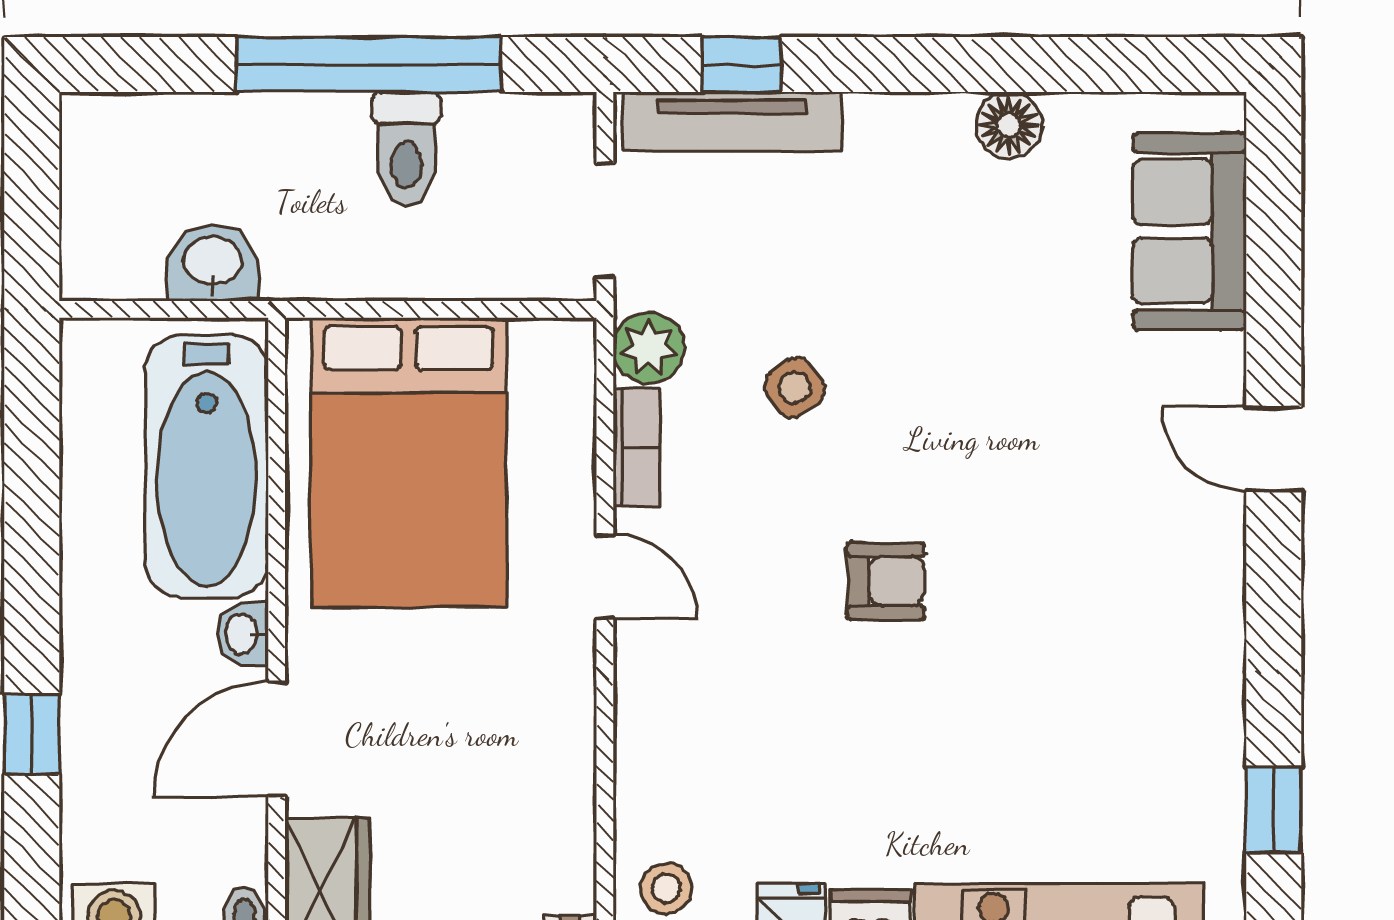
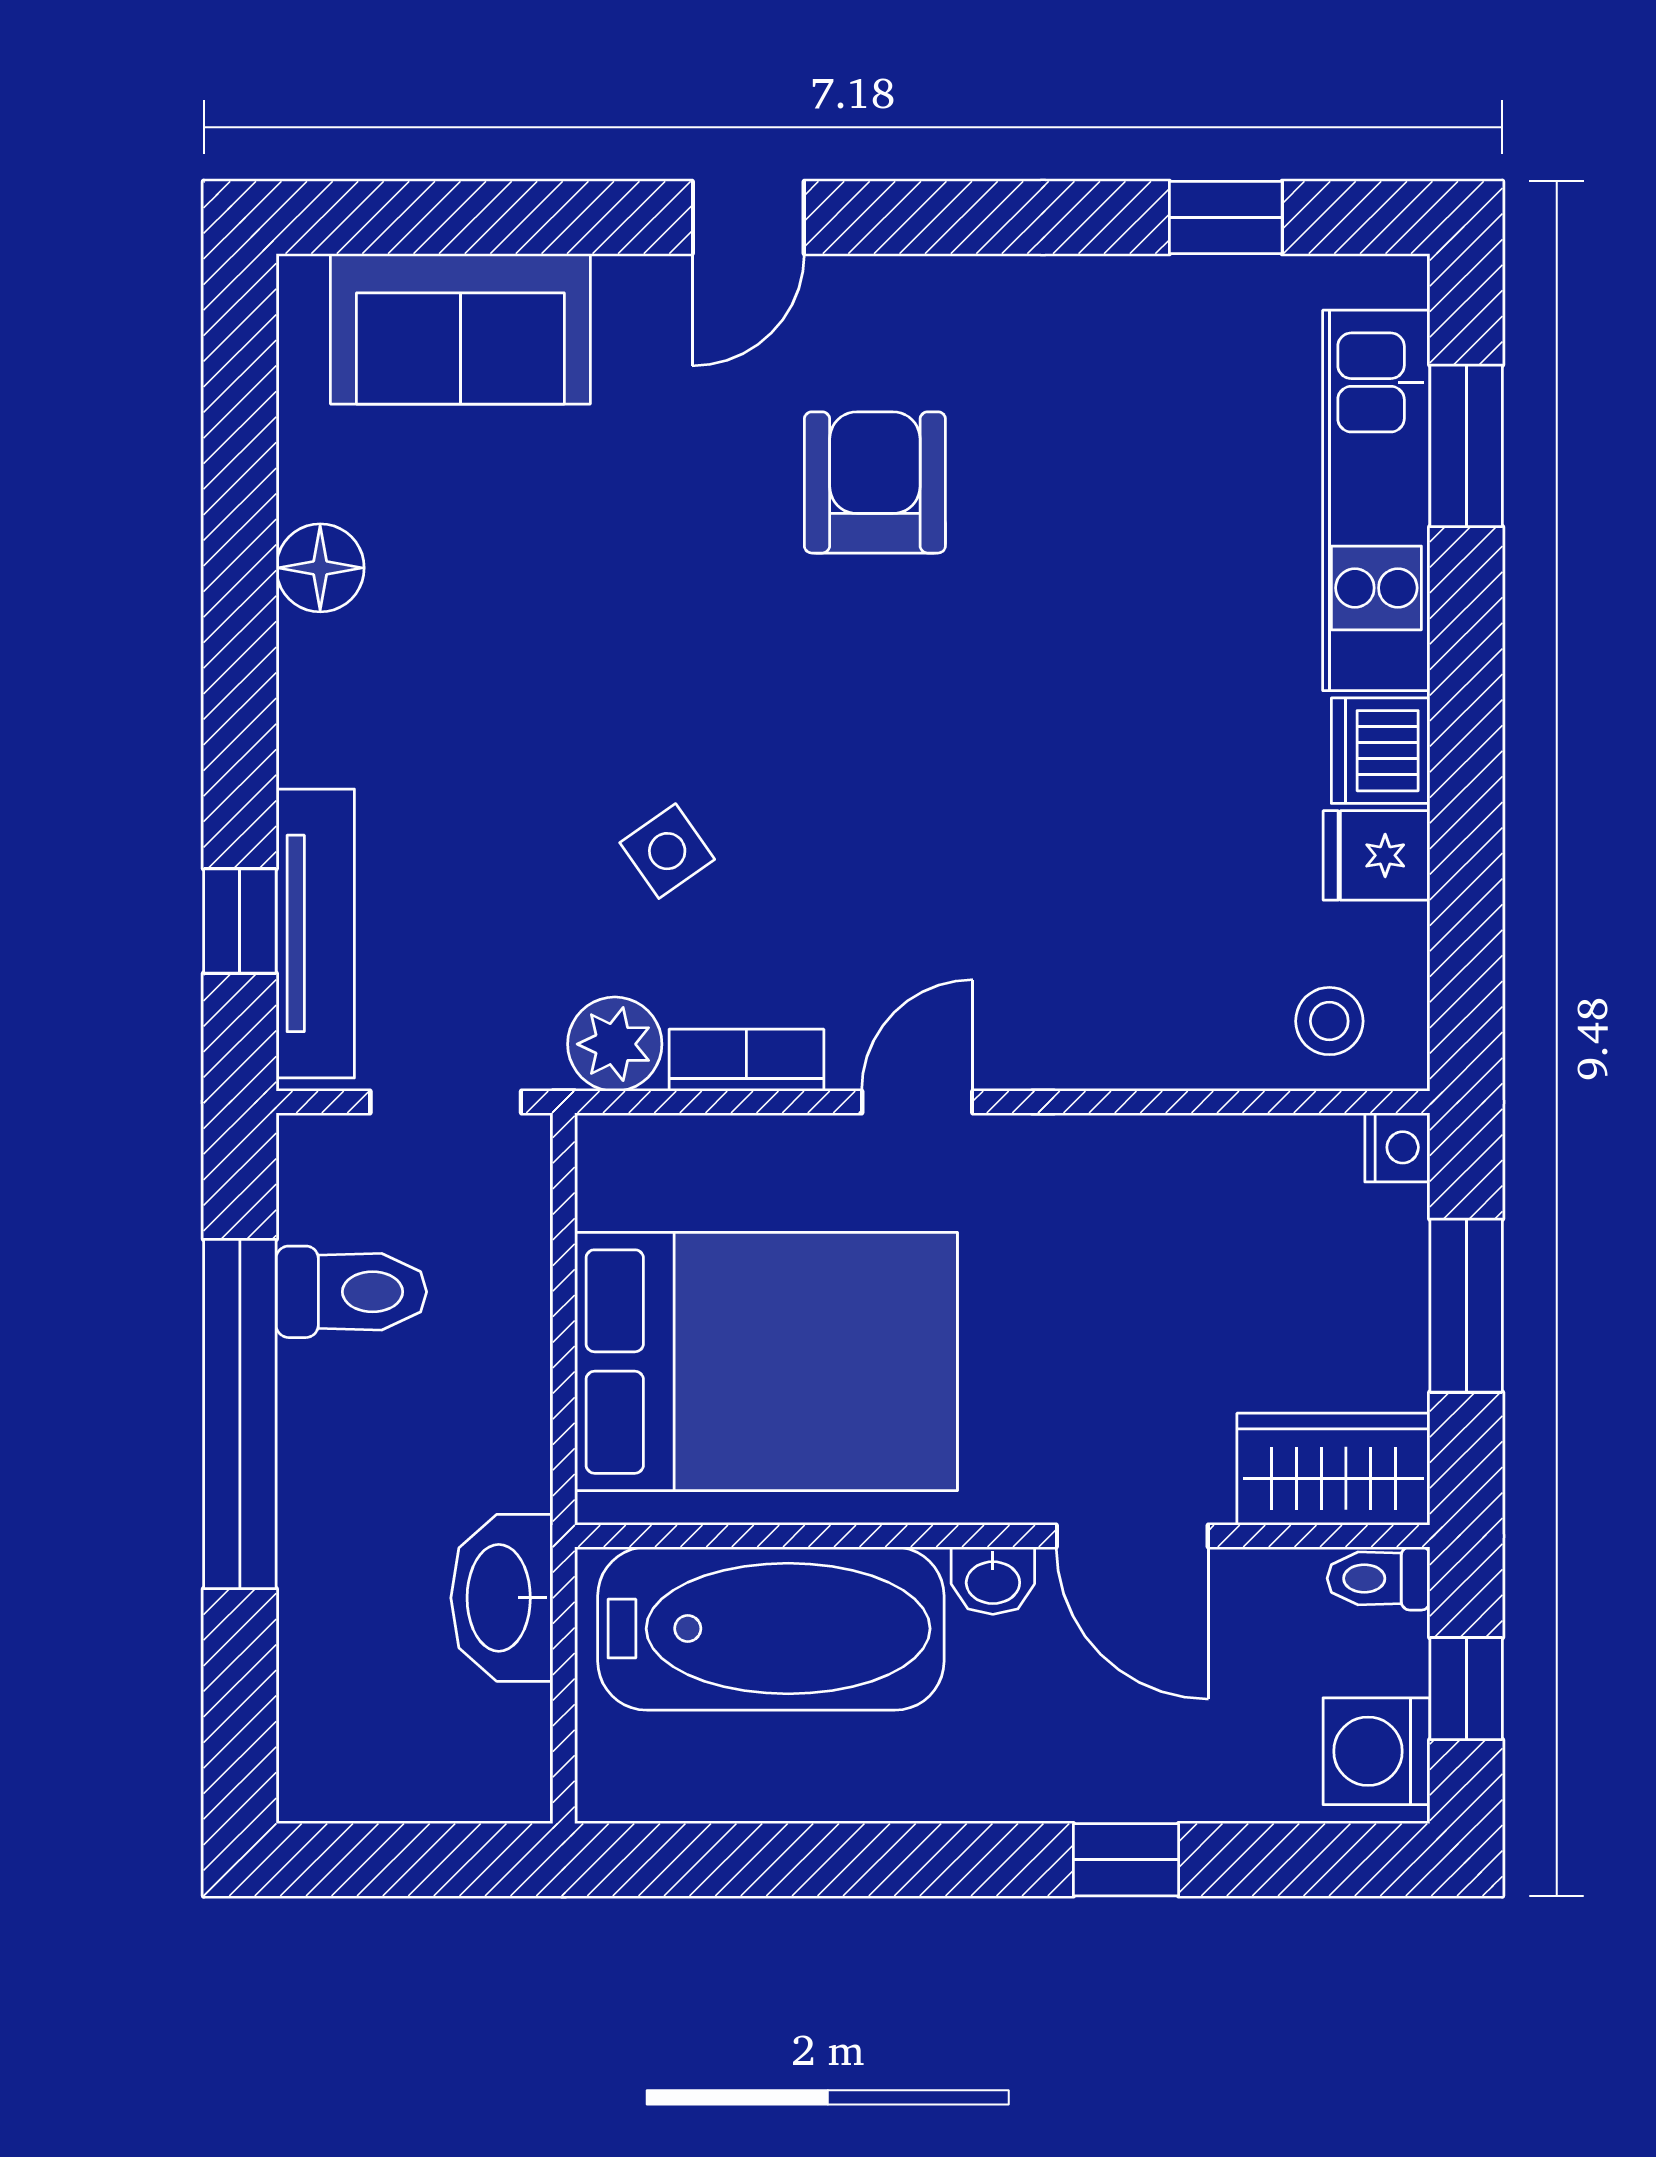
toilet: (406, 149) -> (351, 1292), moved
washbasin: (212, 263) -> (502, 1598), width x1.38
armchair: (886, 581) -> (875, 482), moved, width x1.38, depth x1.38

